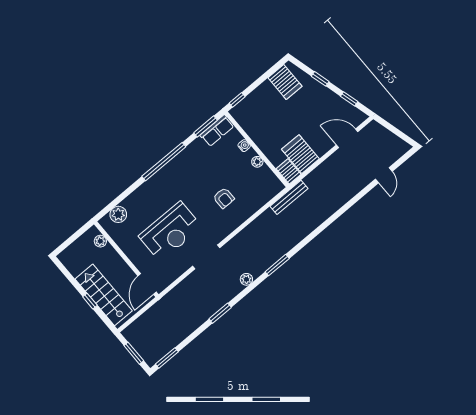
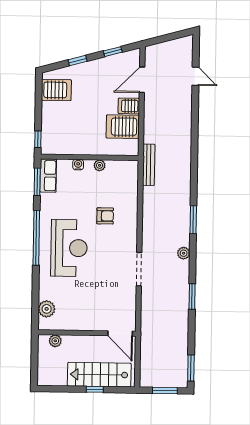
server rack: (289, 171) -> (129, 106), moved
reception desk: (170, 231) -> (69, 248), moved

